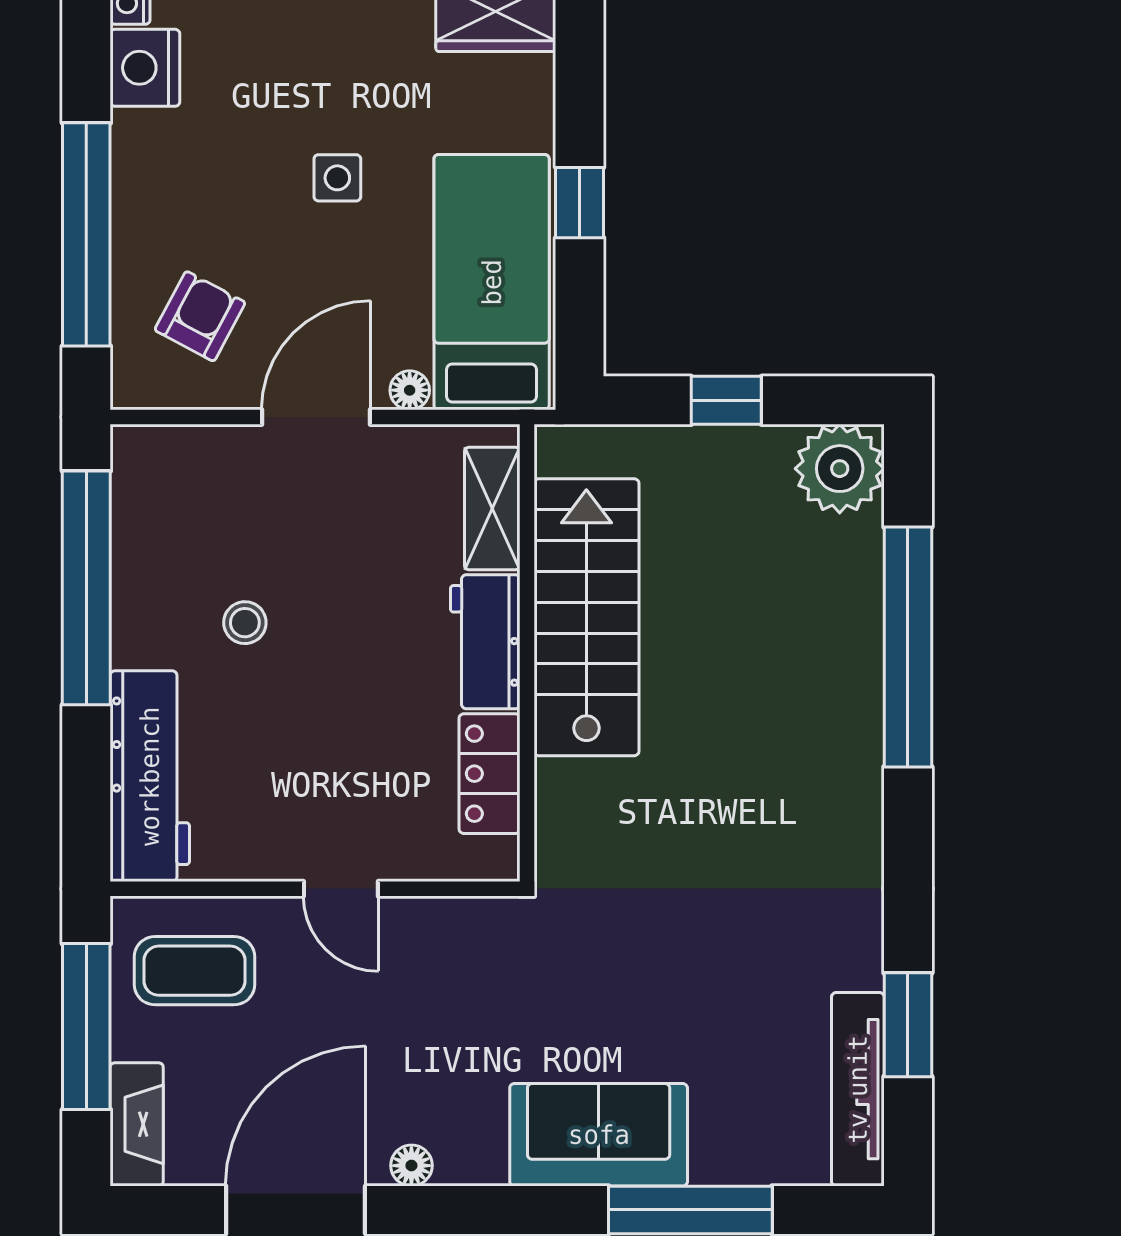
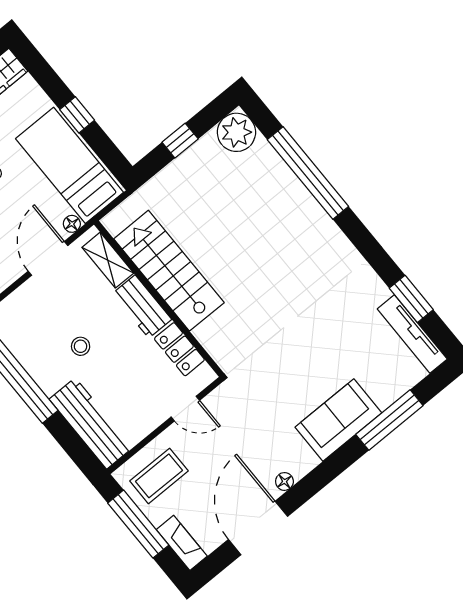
shelving: (492, 508) -> (108, 260), moved
stairs: (586, 617) -> (169, 271), moved
workbench: (485, 642) -> (142, 307), moved
wall: (527, 653) -> (159, 299), moved
locker: (490, 774) -> (179, 349), moved

